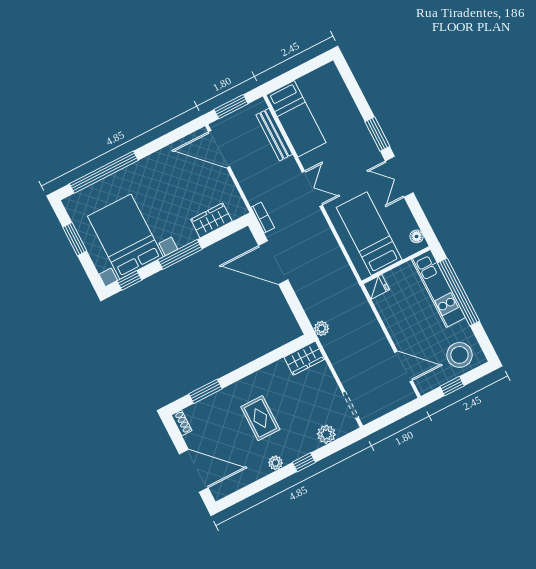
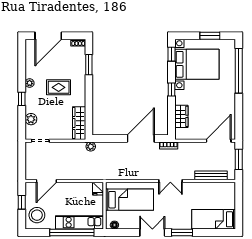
bed: (296, 119) -> (214, 219), moved
window: (180, 254) -> (172, 89), width x0.46
wardrobe: (304, 358) -> (79, 123), width x1.50

